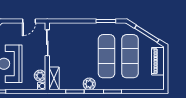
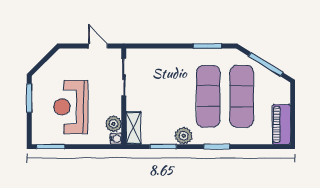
door: (29, 21) -> (98, 46), swing flipped
piano: (158, 61) -> (281, 124), moved

